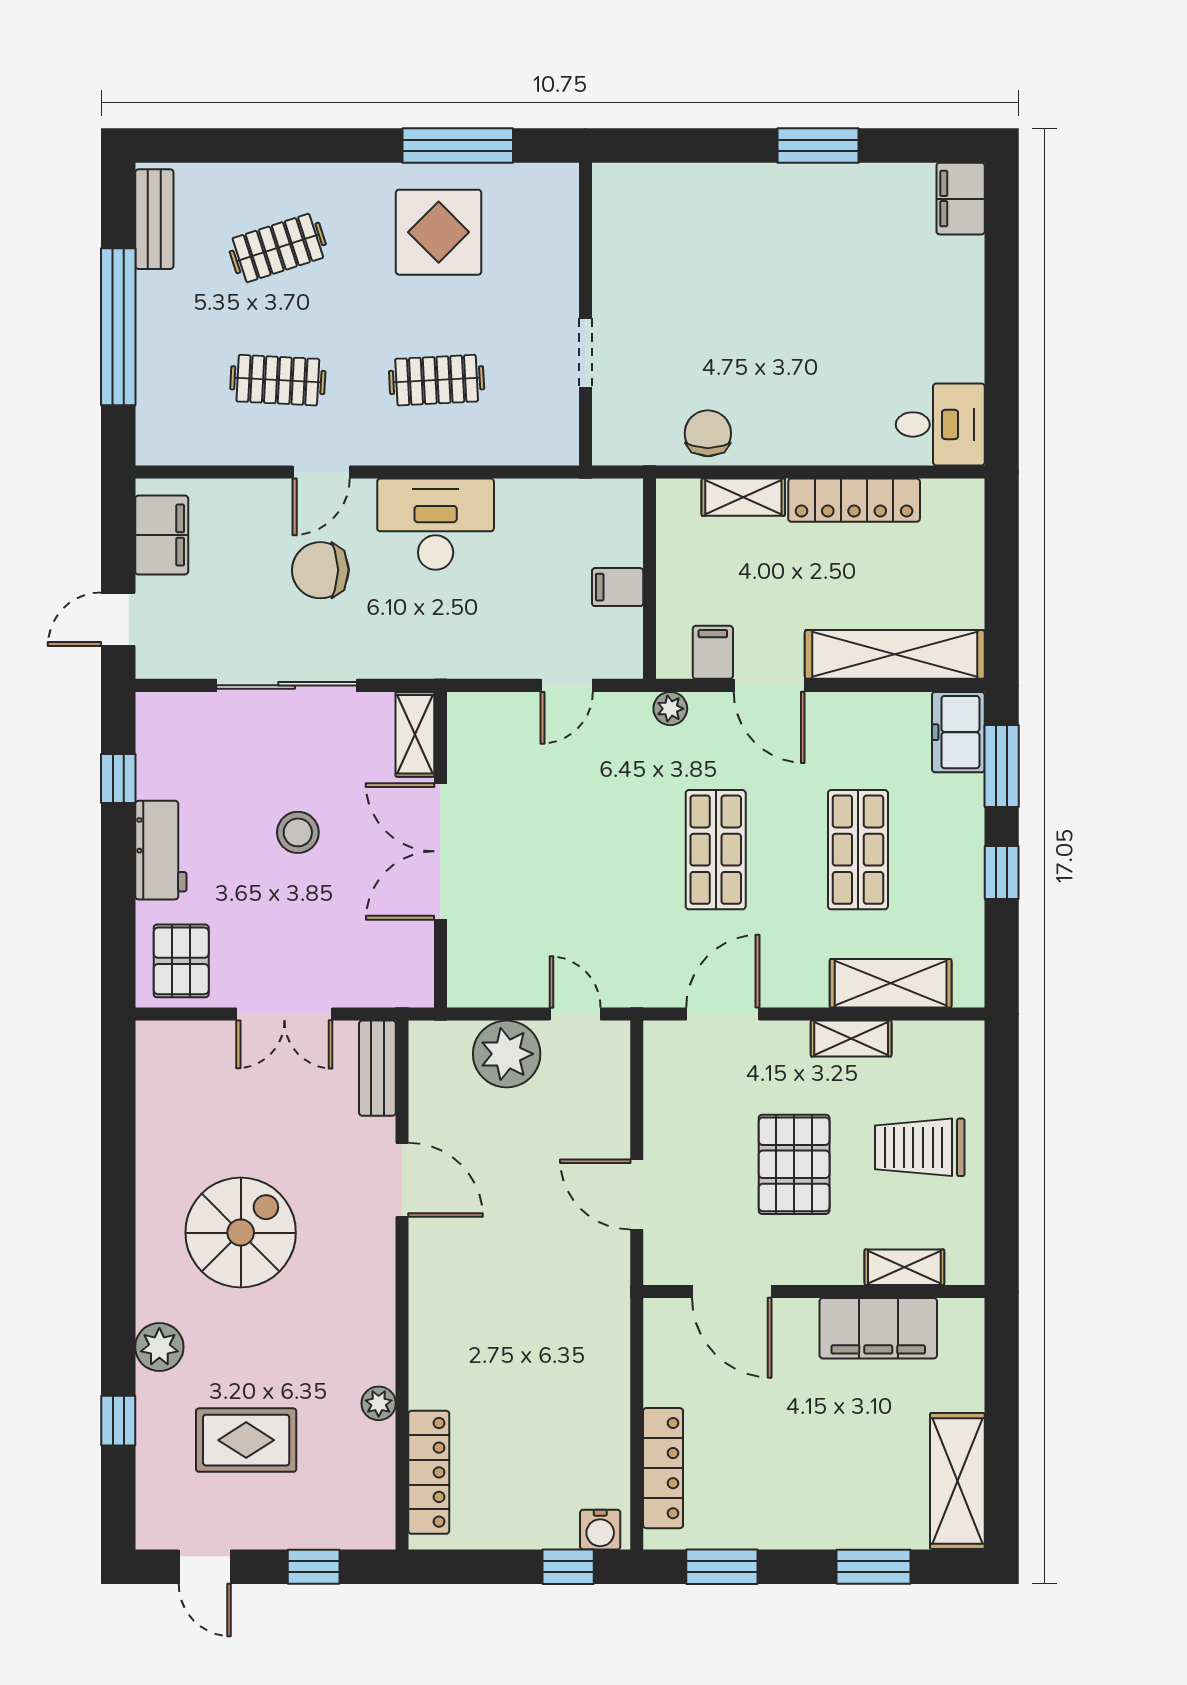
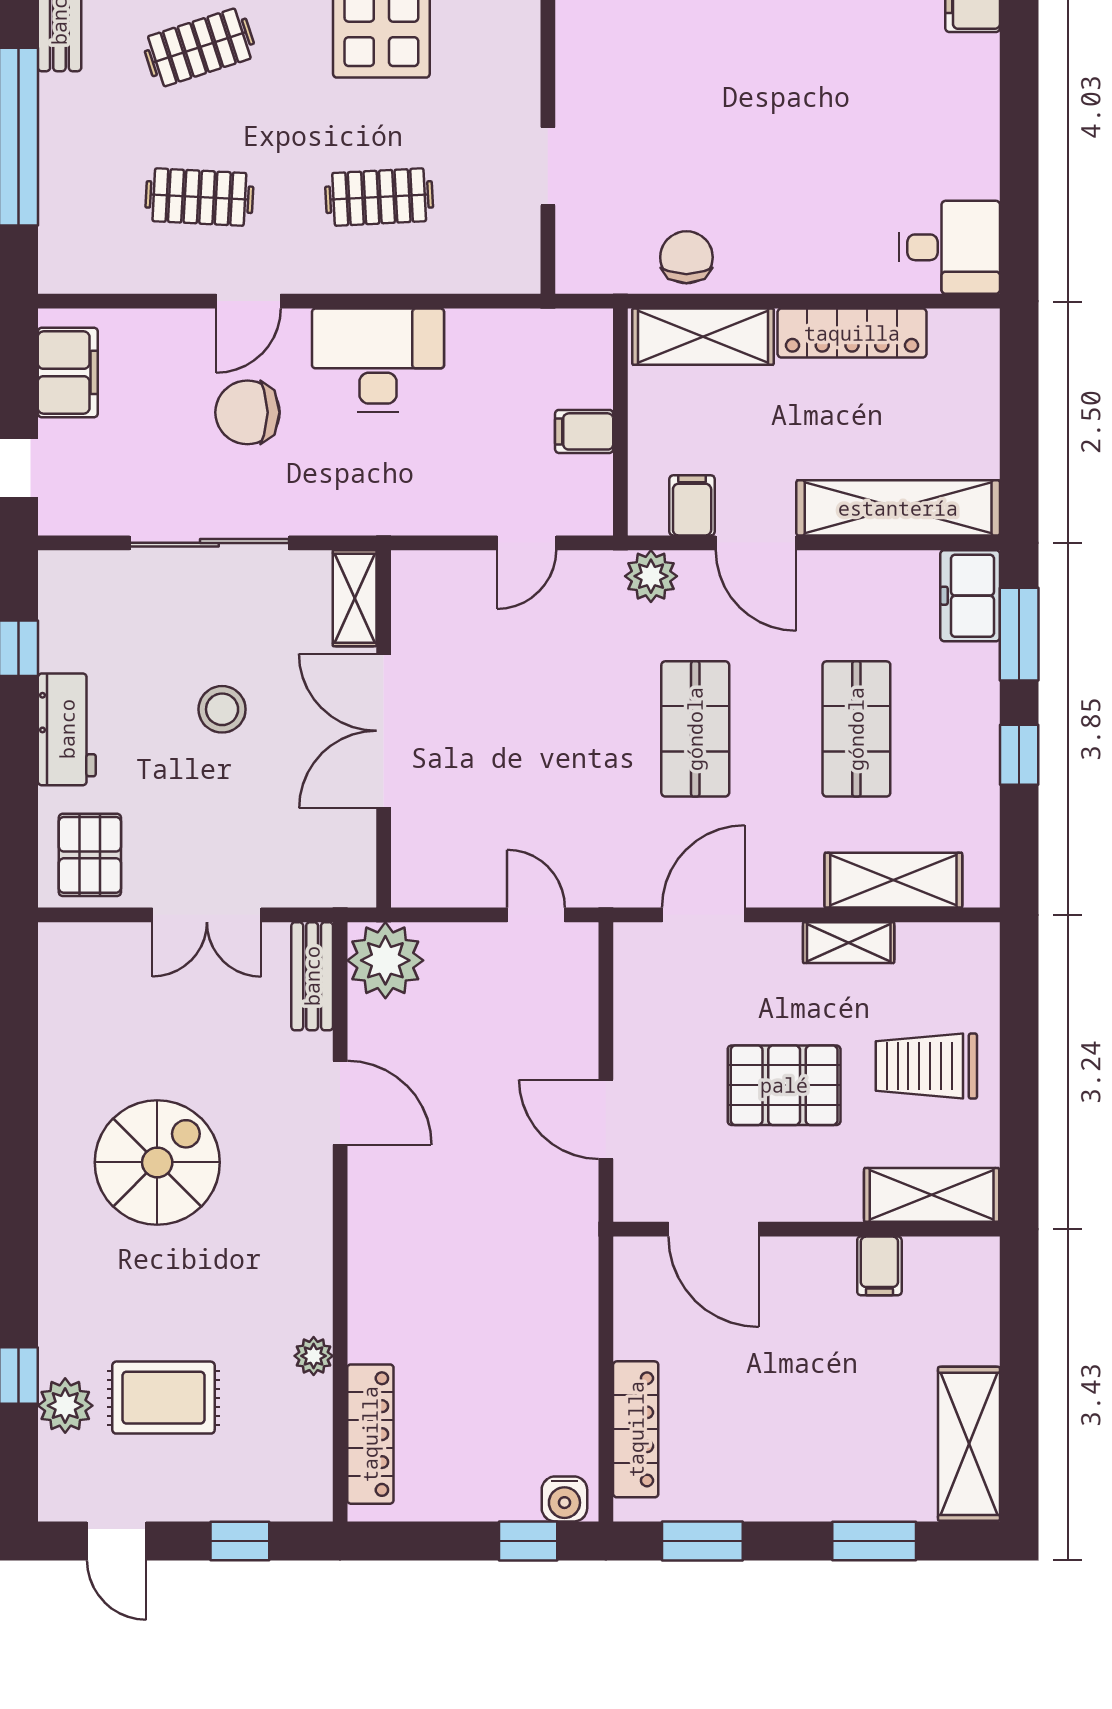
shelving: (743, 497) -> (703, 337), width x1.50, depth x1.33
plant: (670, 709) -> (651, 576), width x1.38, depth x1.38
plant: (507, 1054) -> (385, 960), moved
pallet: (794, 1164) -> (784, 1085), turned 90
shelving: (904, 1267) -> (932, 1195), width x1.50, depth x1.33
filing cabinet: (878, 1328) -> (879, 1266), width x0.33, depth x0.86
plant: (159, 1347) -> (65, 1406), moved

